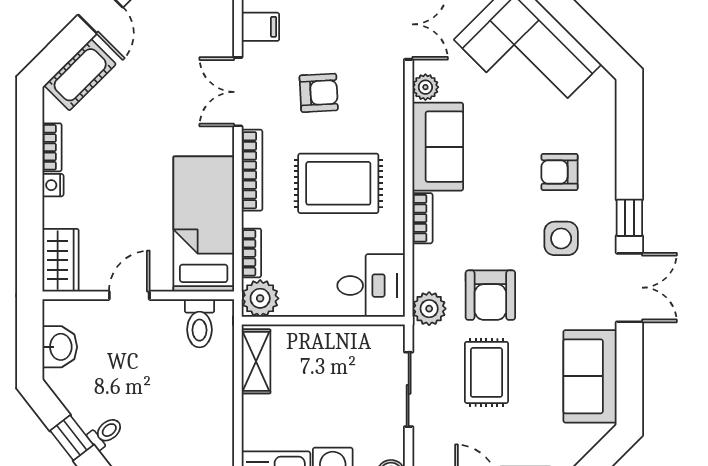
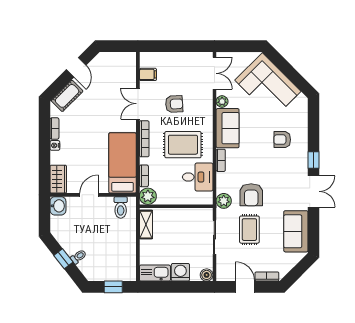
side table: (561, 238) -> (283, 169), removed
desk: (371, 286) -> (198, 177), moved
washbasin: (60, 347) -> (58, 206), moved

